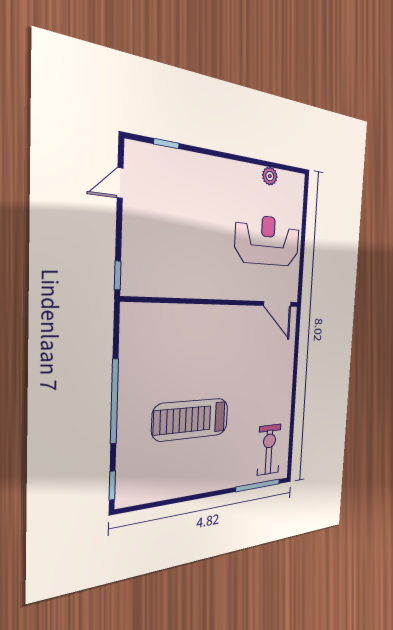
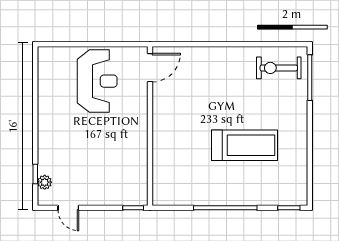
plant: (270, 176) -> (45, 182), moved
reception desk: (268, 241) -> (97, 81), turned 180
treadmill: (191, 419) -> (244, 145), turned -90

